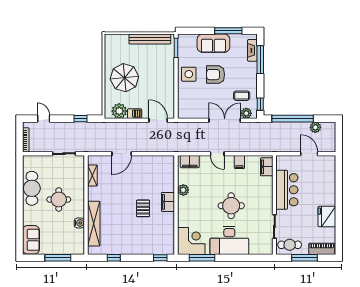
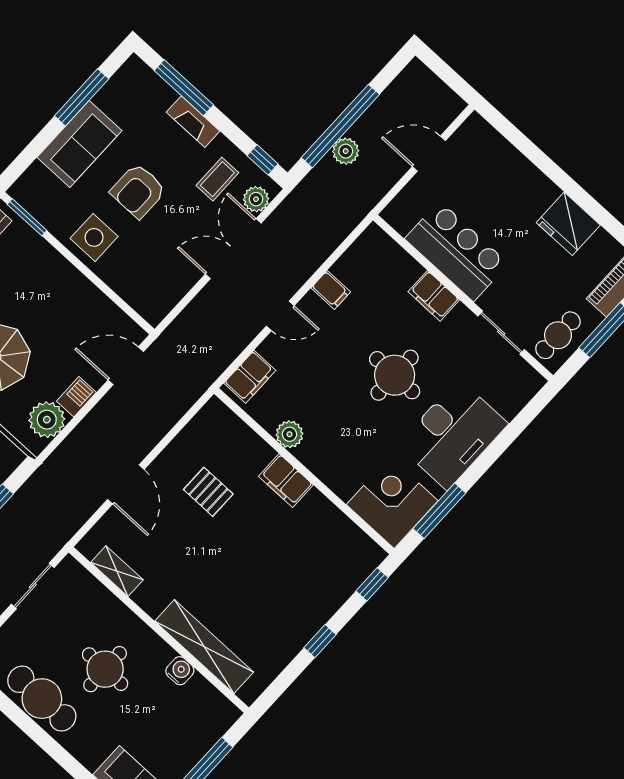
fireplace: (252, 50) -> (193, 122), moved
plant: (315, 127) -> (346, 151), moved
filing cabinet: (267, 167) -> (434, 296), moved
pallet: (143, 208) -> (208, 492), moved
window: (114, 258) -> (320, 641), moved

